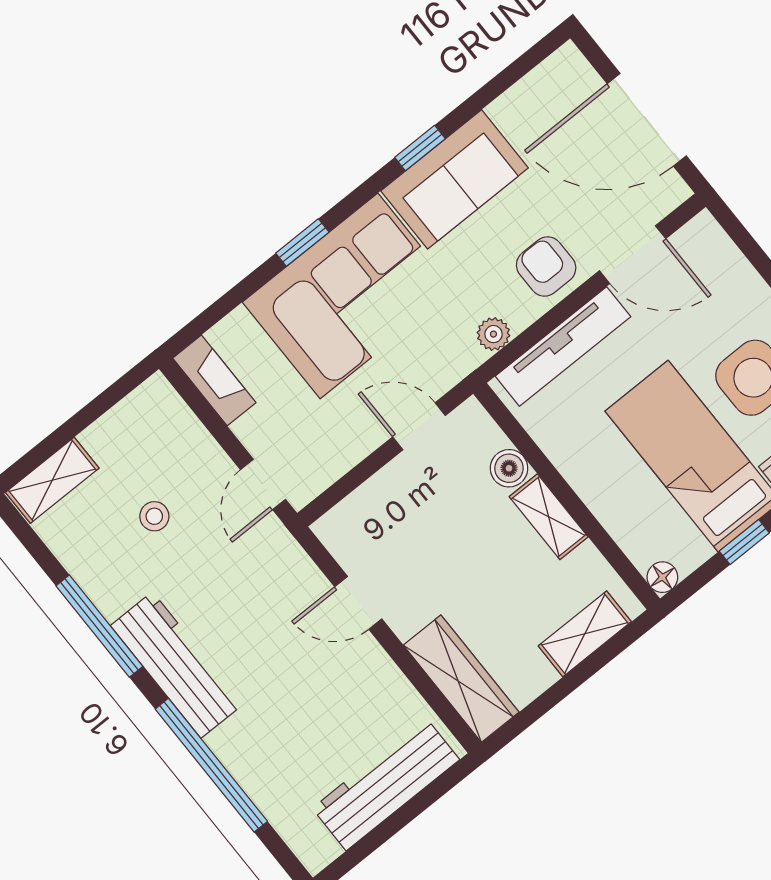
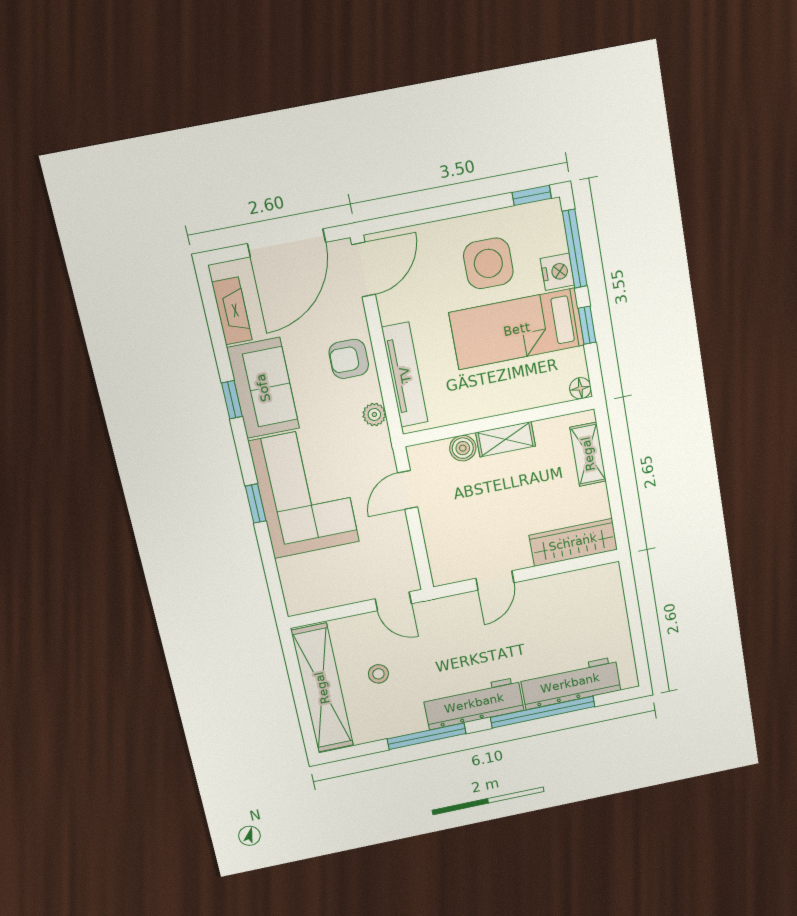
door: (633, 255) -> (364, 269), moved
fireplace: (214, 380) -> (232, 311), moved, turned 90
shelving: (52, 480) -> (322, 688), width x2.20, depth x1.33
workbench: (386, 784) -> (570, 683), moved, turned 90

